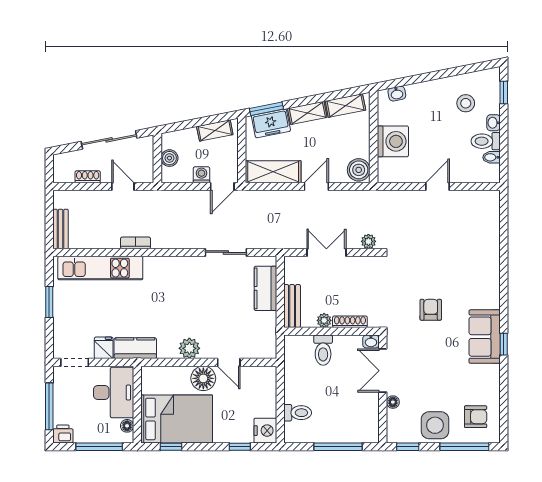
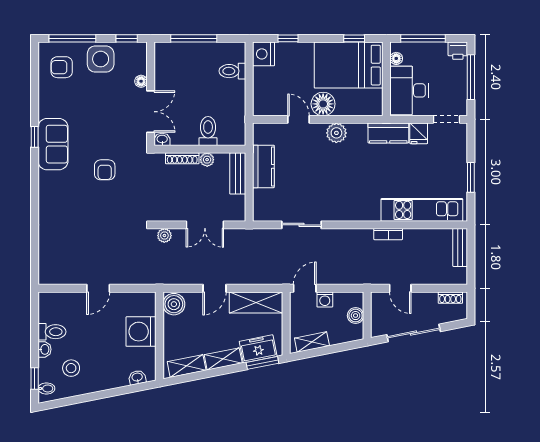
bidet: (491, 157) -> (46, 388), moved
shoe rack: (88, 177) -> (450, 298), moved
kitchen counter: (265, 288) -> (263, 166), moved

